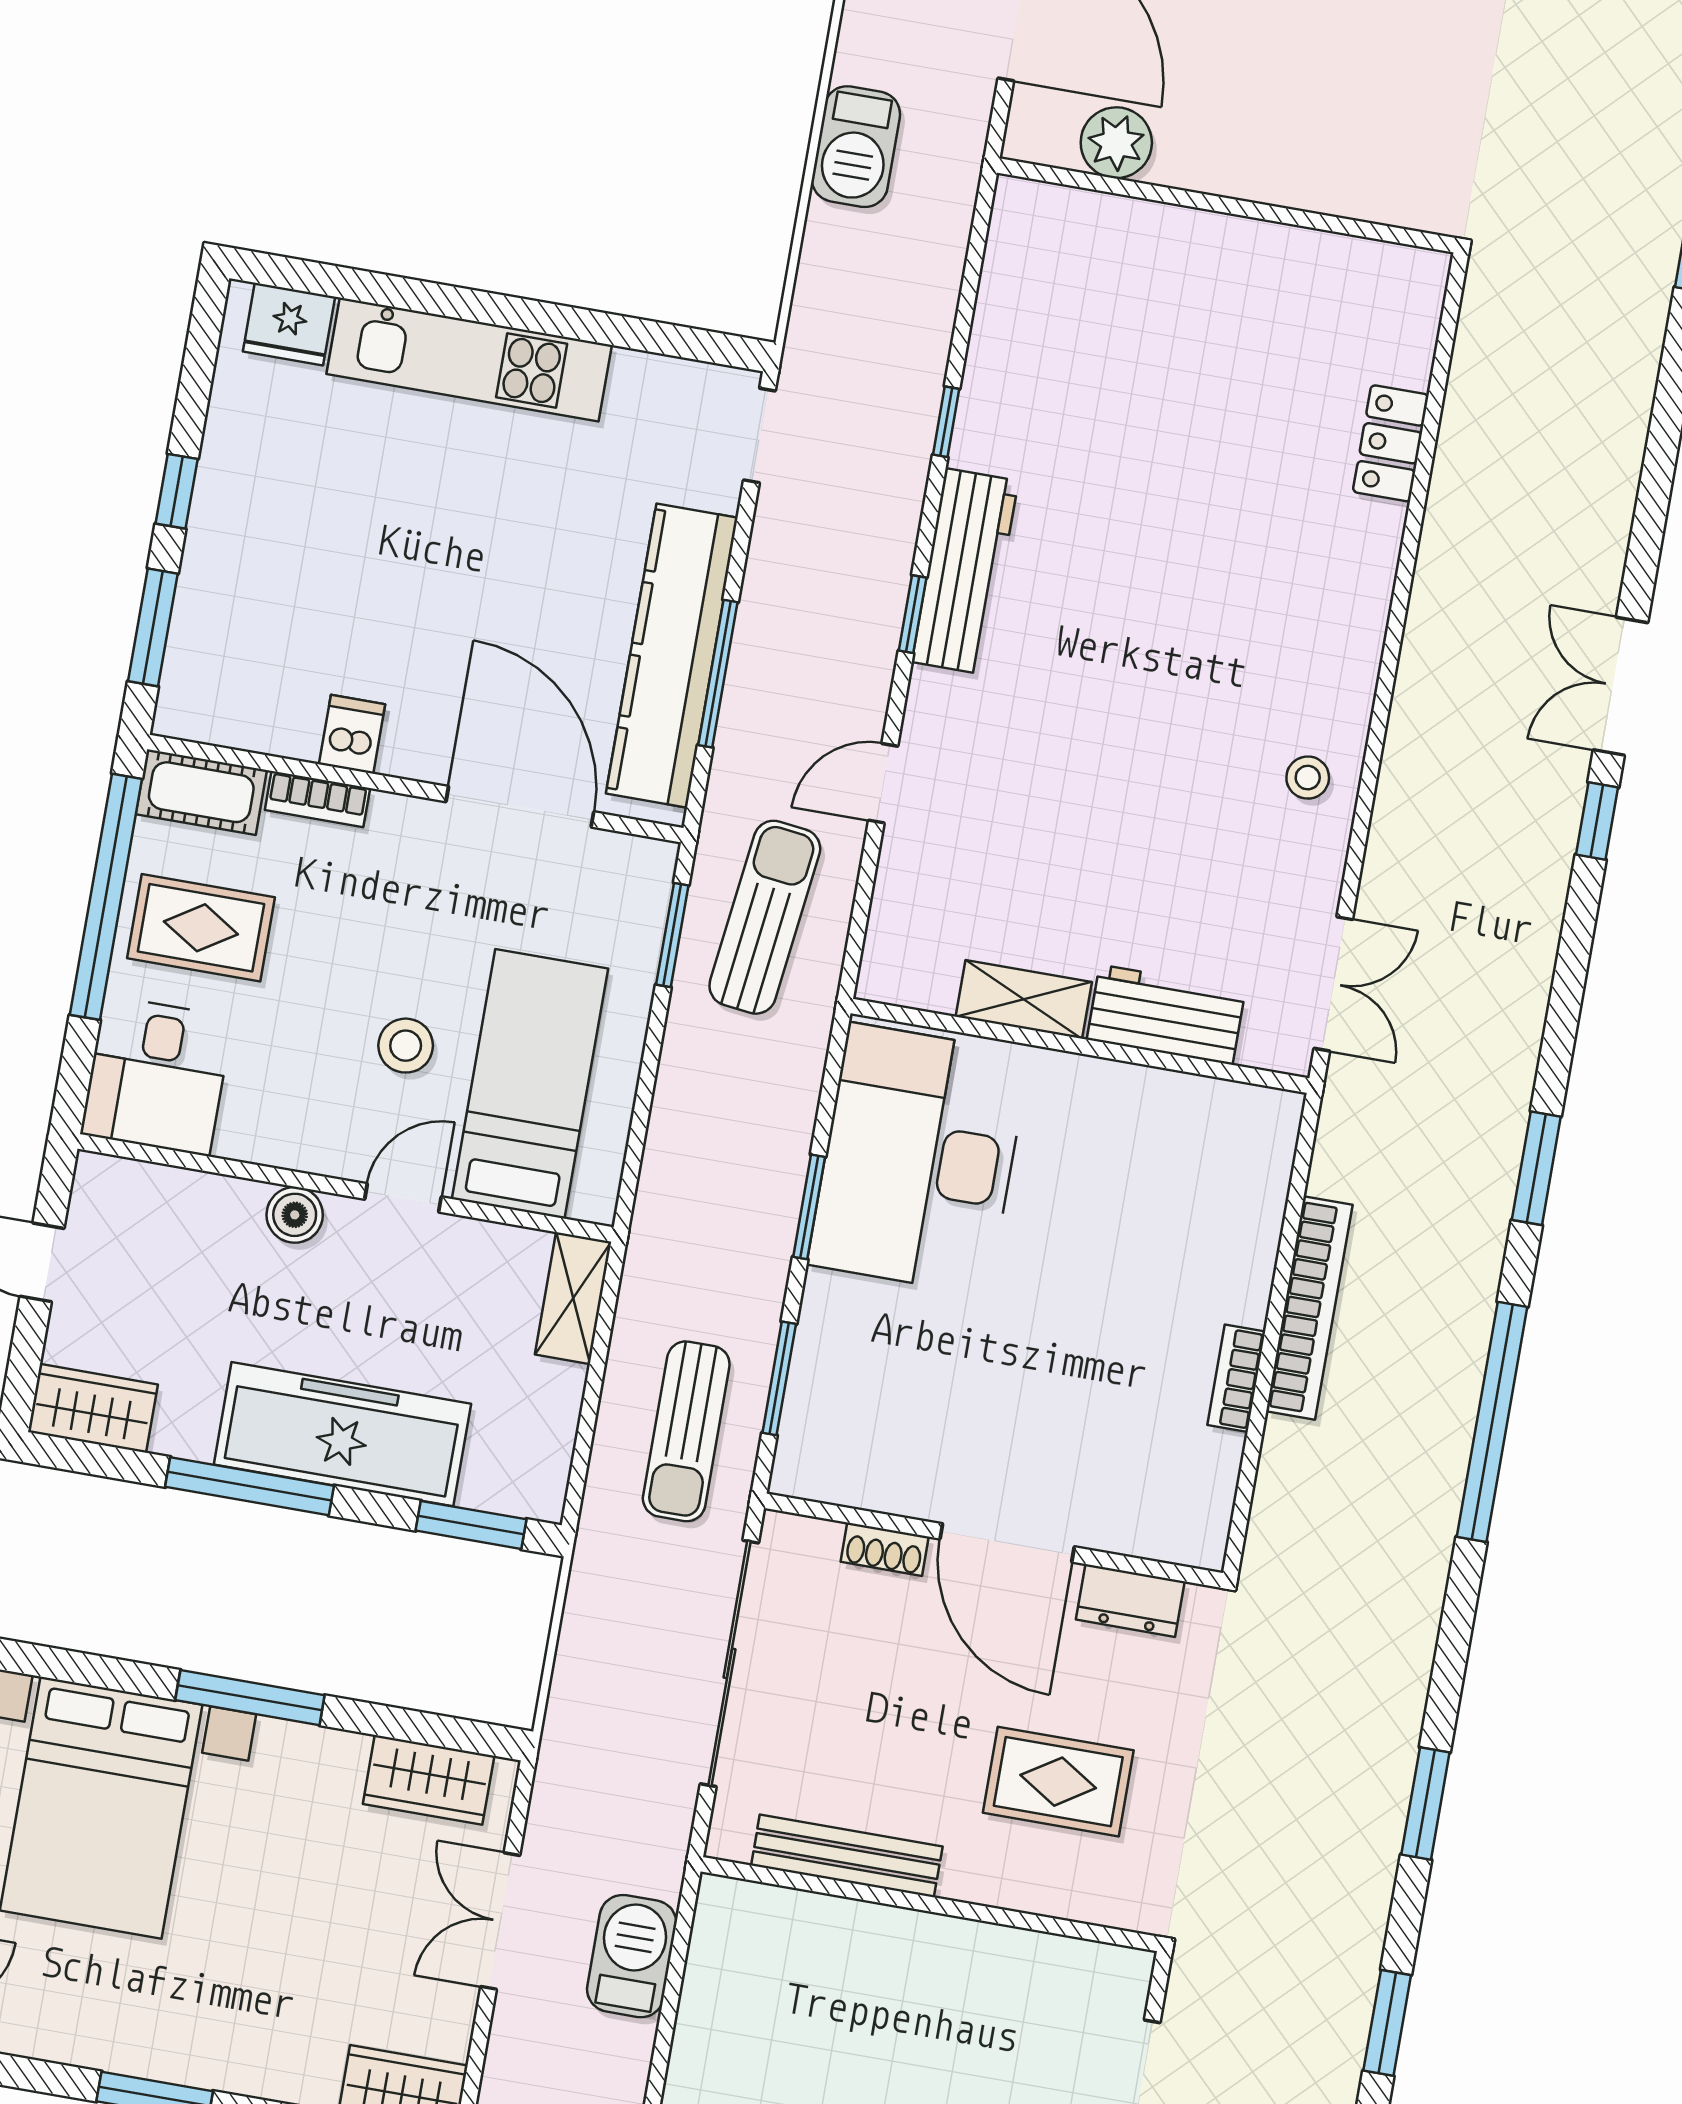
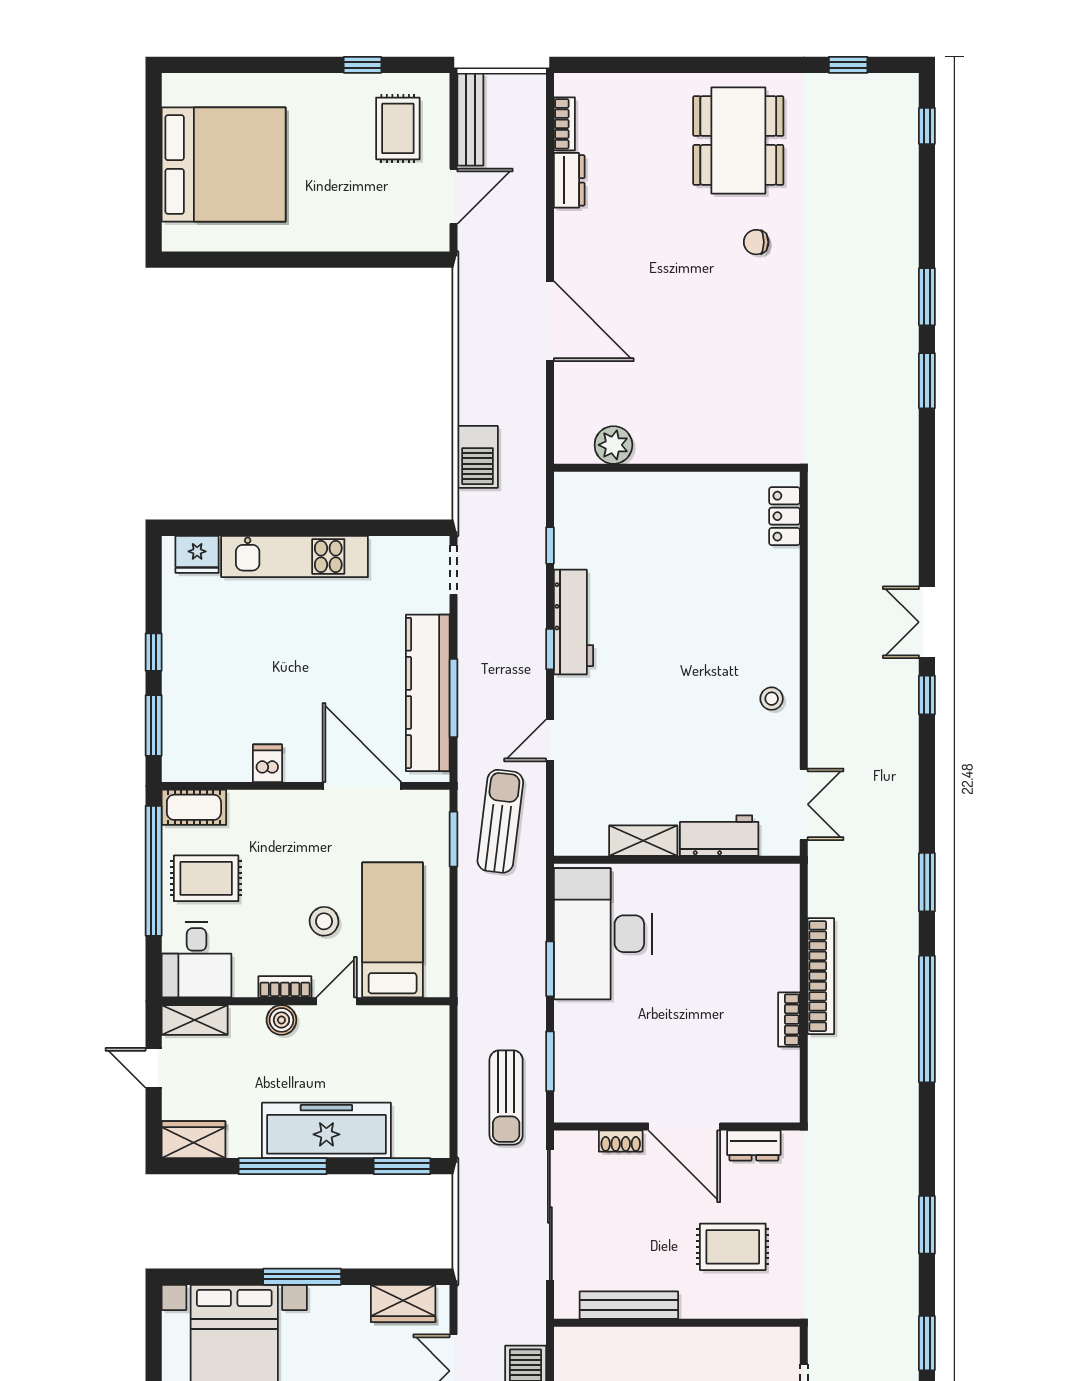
plant: (1116, 143) -> (613, 445), moved
barbecue: (856, 147) -> (478, 457), moved
wall: (1227, 205) -> (677, 468), moved
bookcase: (317, 799) -> (285, 987), moved, turned 180
shelving: (573, 1298) -> (195, 1020), moved, turned 90

